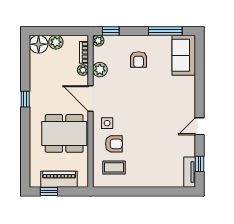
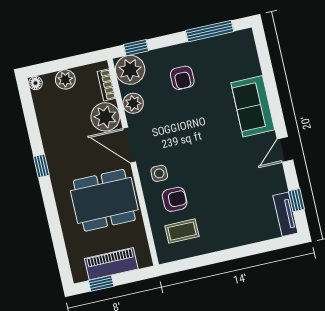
plant: (98, 41) -> (130, 70), width x1.88, depth x1.88
floor lamp: (39, 44) -> (35, 83), width x0.53, depth x0.53
sofa: (184, 55) -> (253, 106), moved
plant: (83, 70) -> (105, 117), width x1.88, depth x1.88

